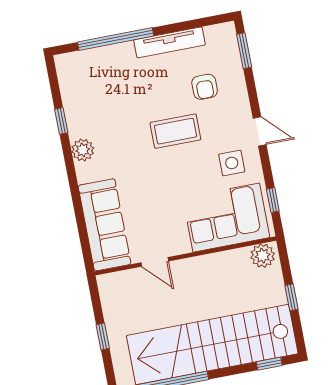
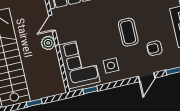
door: (260, 131) -> (147, 77), moved
plant: (263, 256) -> (48, 43), moved

